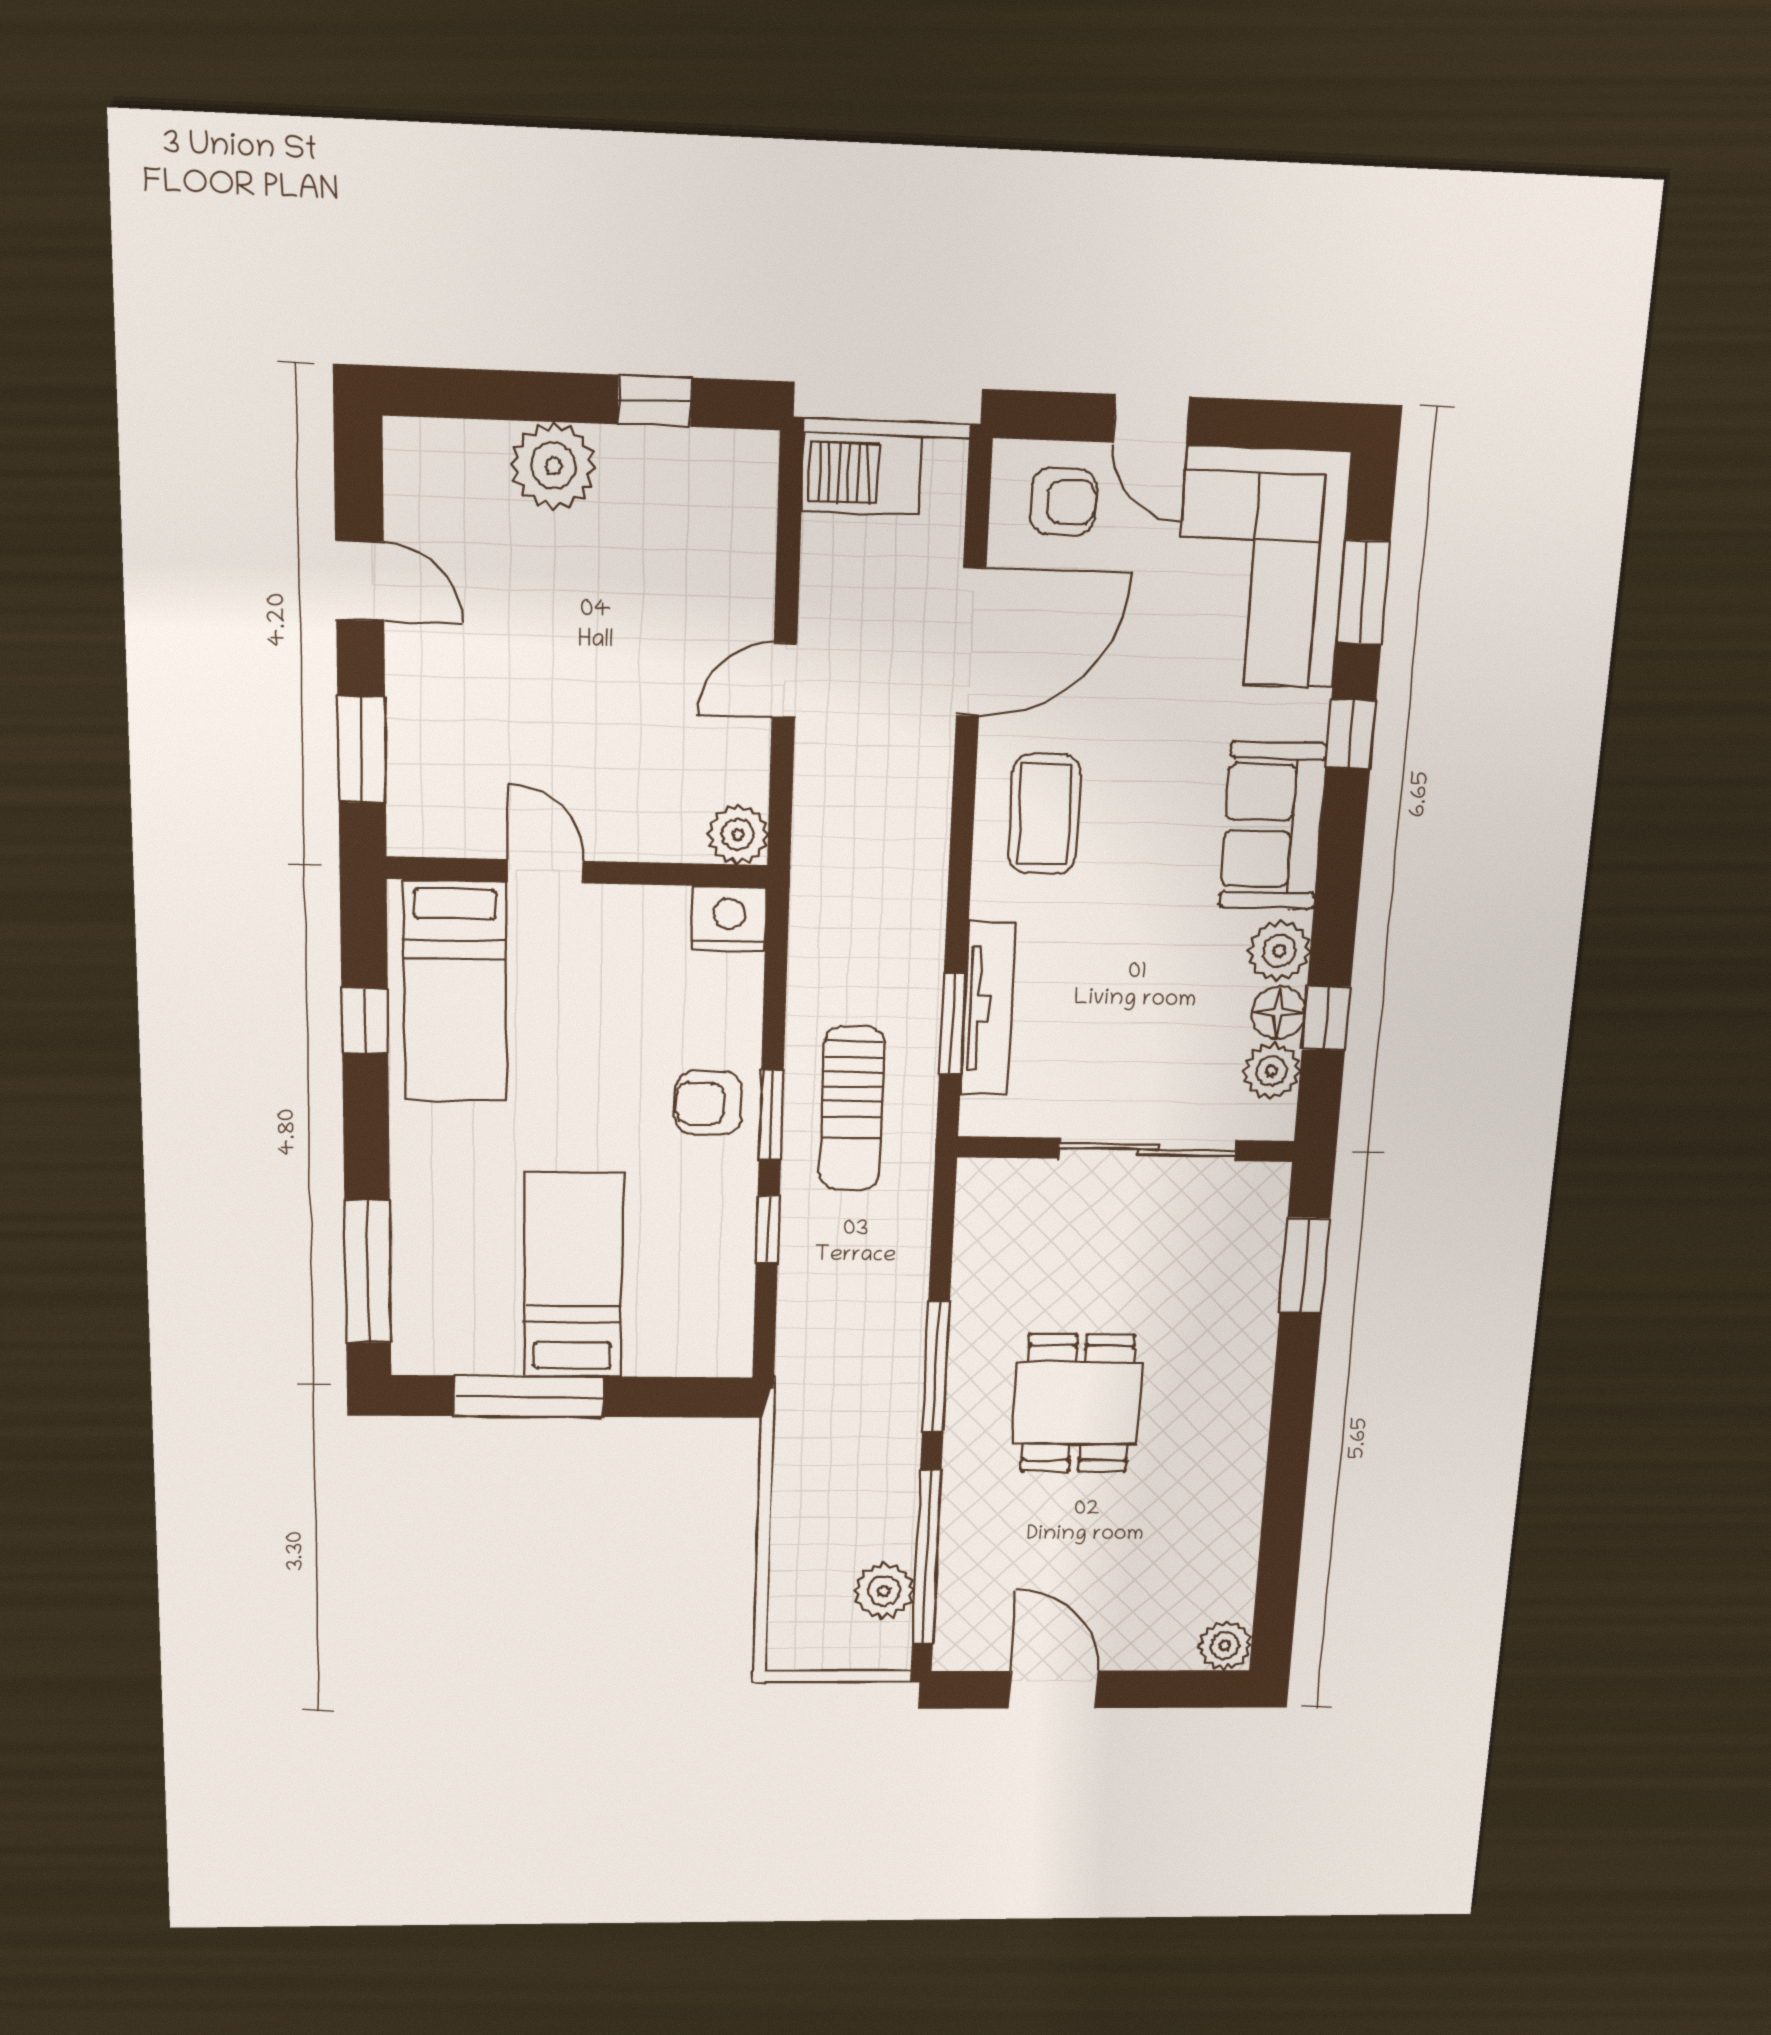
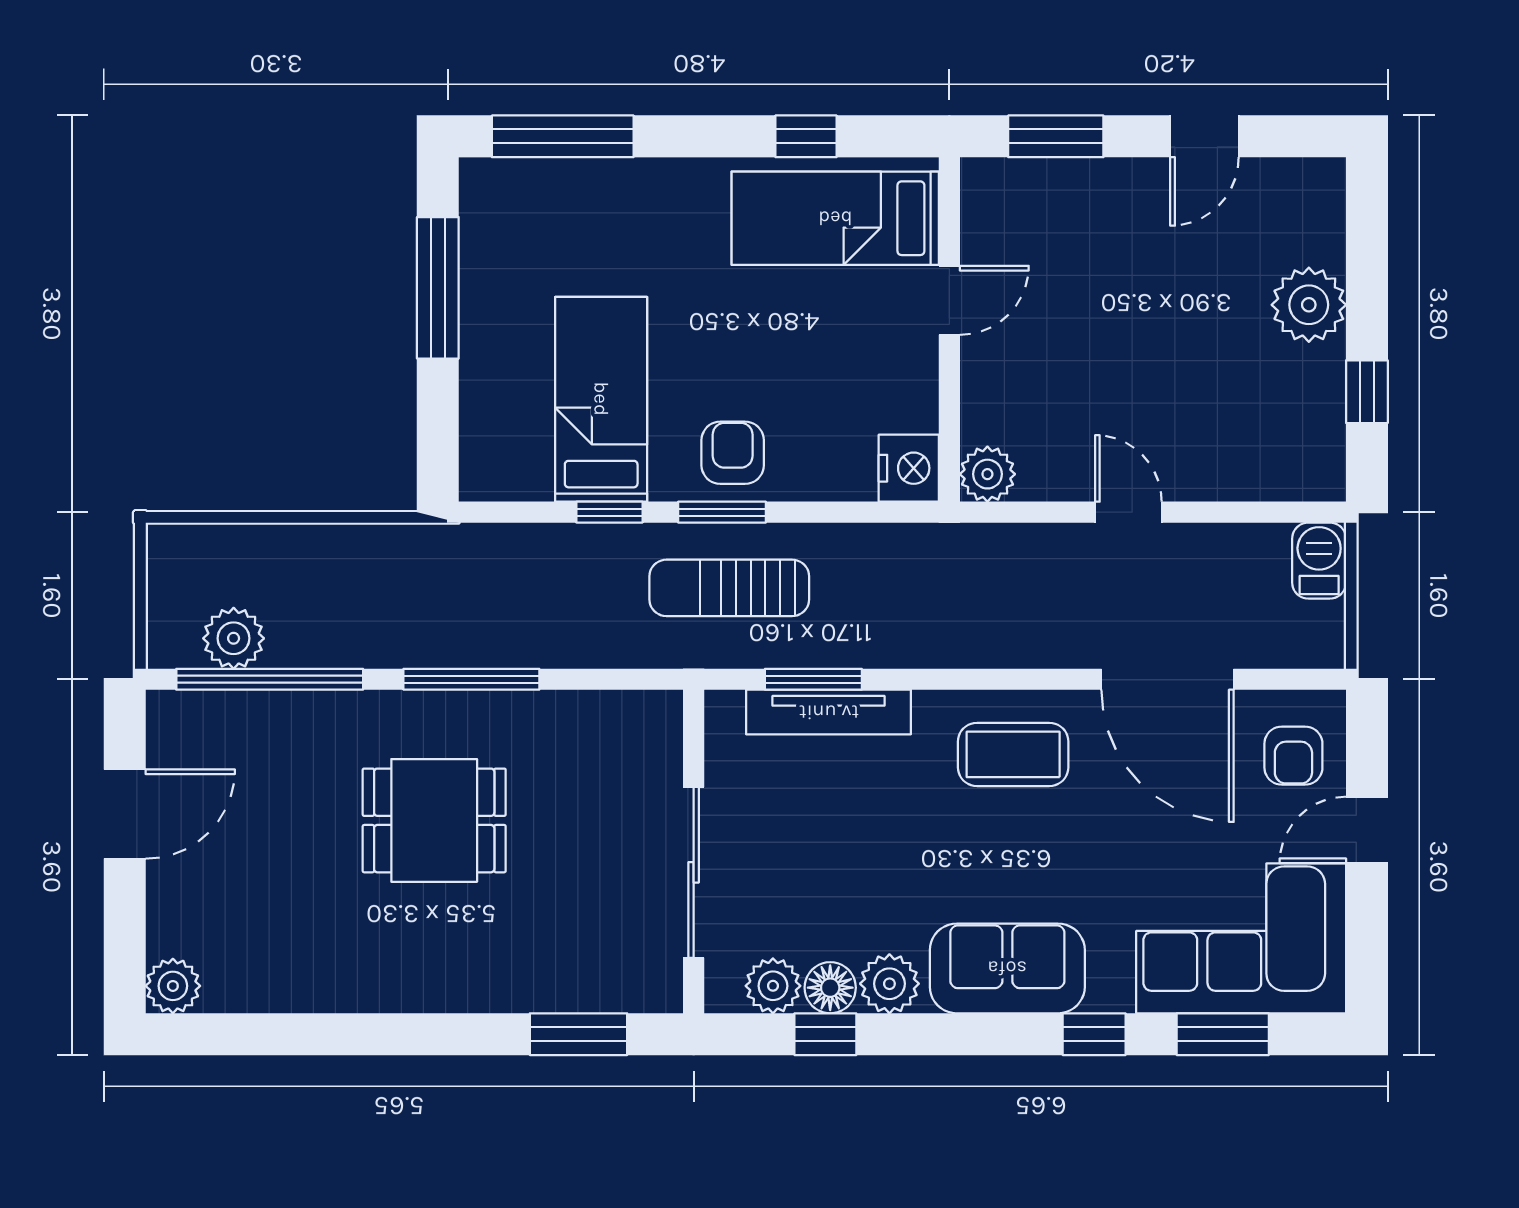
barbecue: (862, 473) -> (1319, 561), width x0.73, depth x0.79
bed: (573, 1275) -> (601, 399), moved, turned -90

